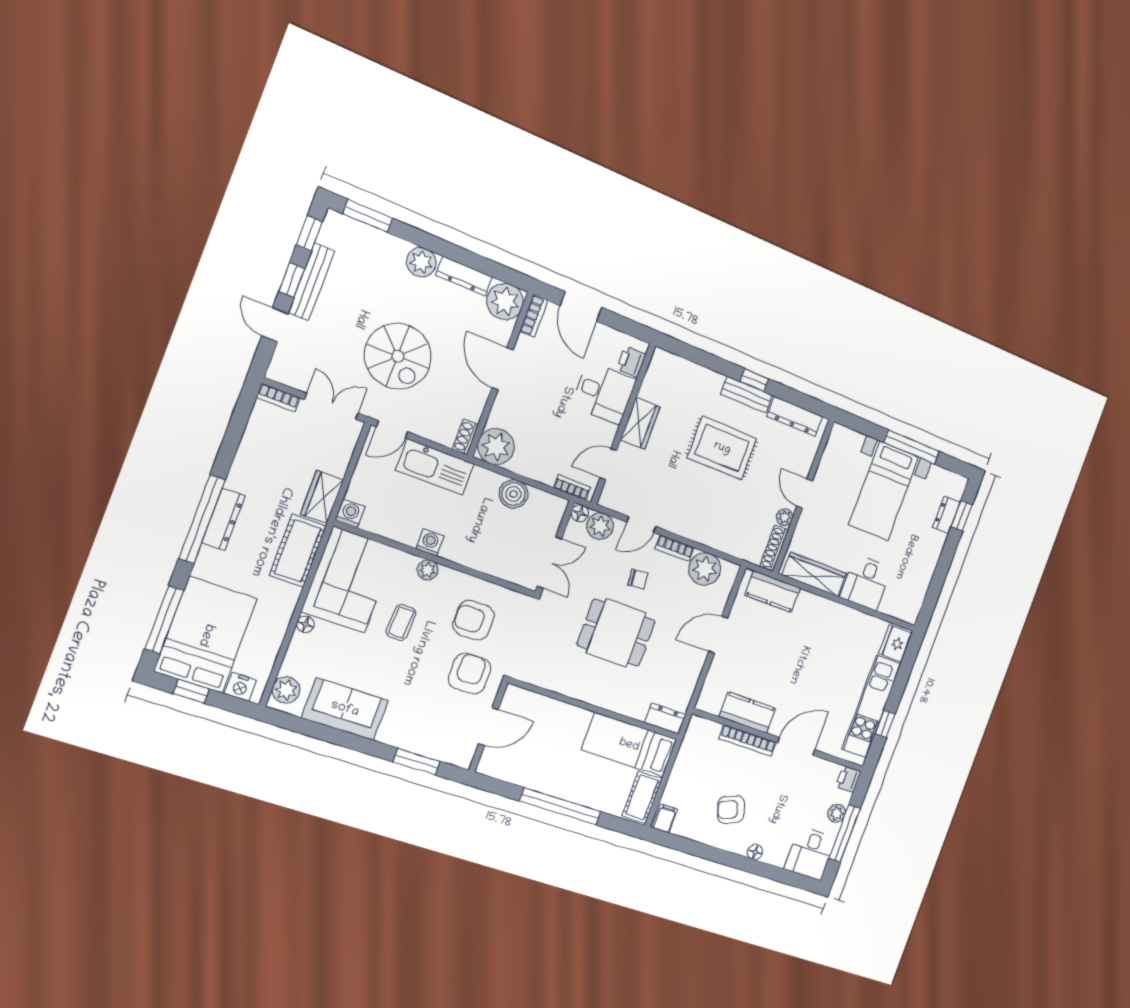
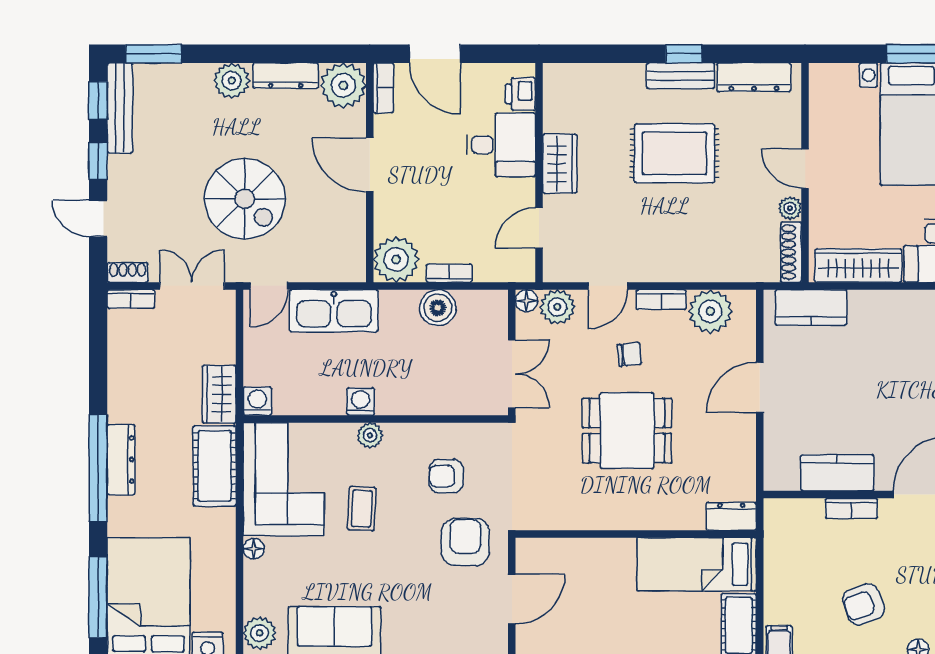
bench: (312, 282) -> (120, 108), moved
shoe rack: (465, 437) -> (128, 272), moved, turned 90
bookcase: (572, 487) -> (449, 273), moved
armchair: (473, 620) -> (446, 476), width x0.72, depth x0.72
bookcase: (748, 740) -> (851, 509), width x0.64

